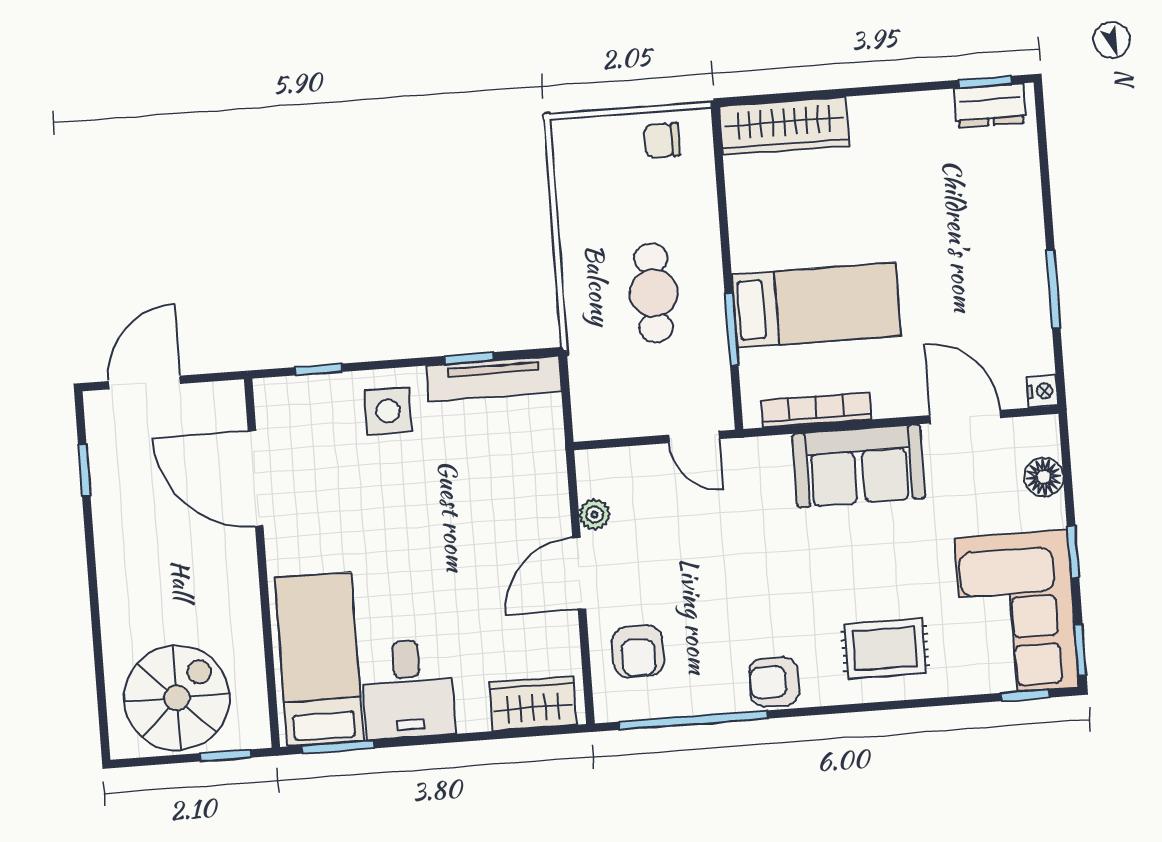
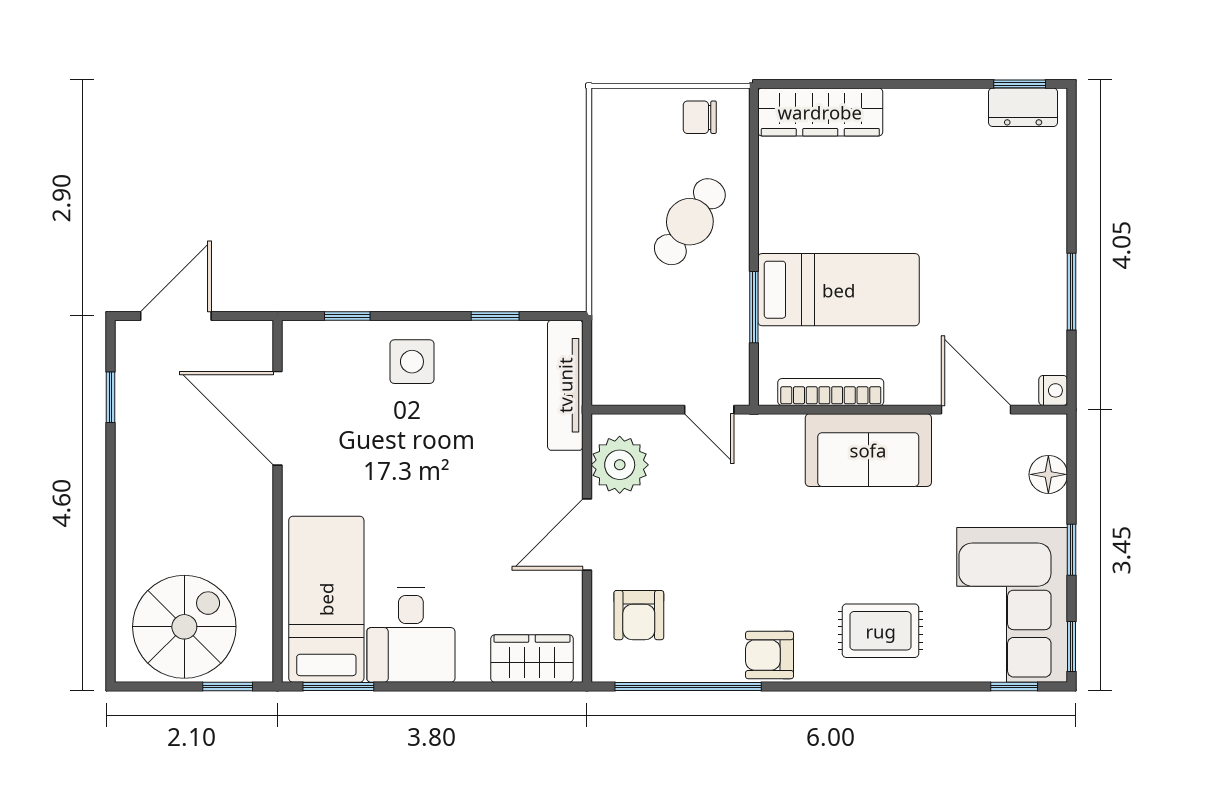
cafe table: (654, 293) -> (690, 222), moved, turned 35
tv unit: (494, 379) -> (565, 385), moved, turned 90
plant: (595, 515) -> (620, 465), width x1.87, depth x1.87

